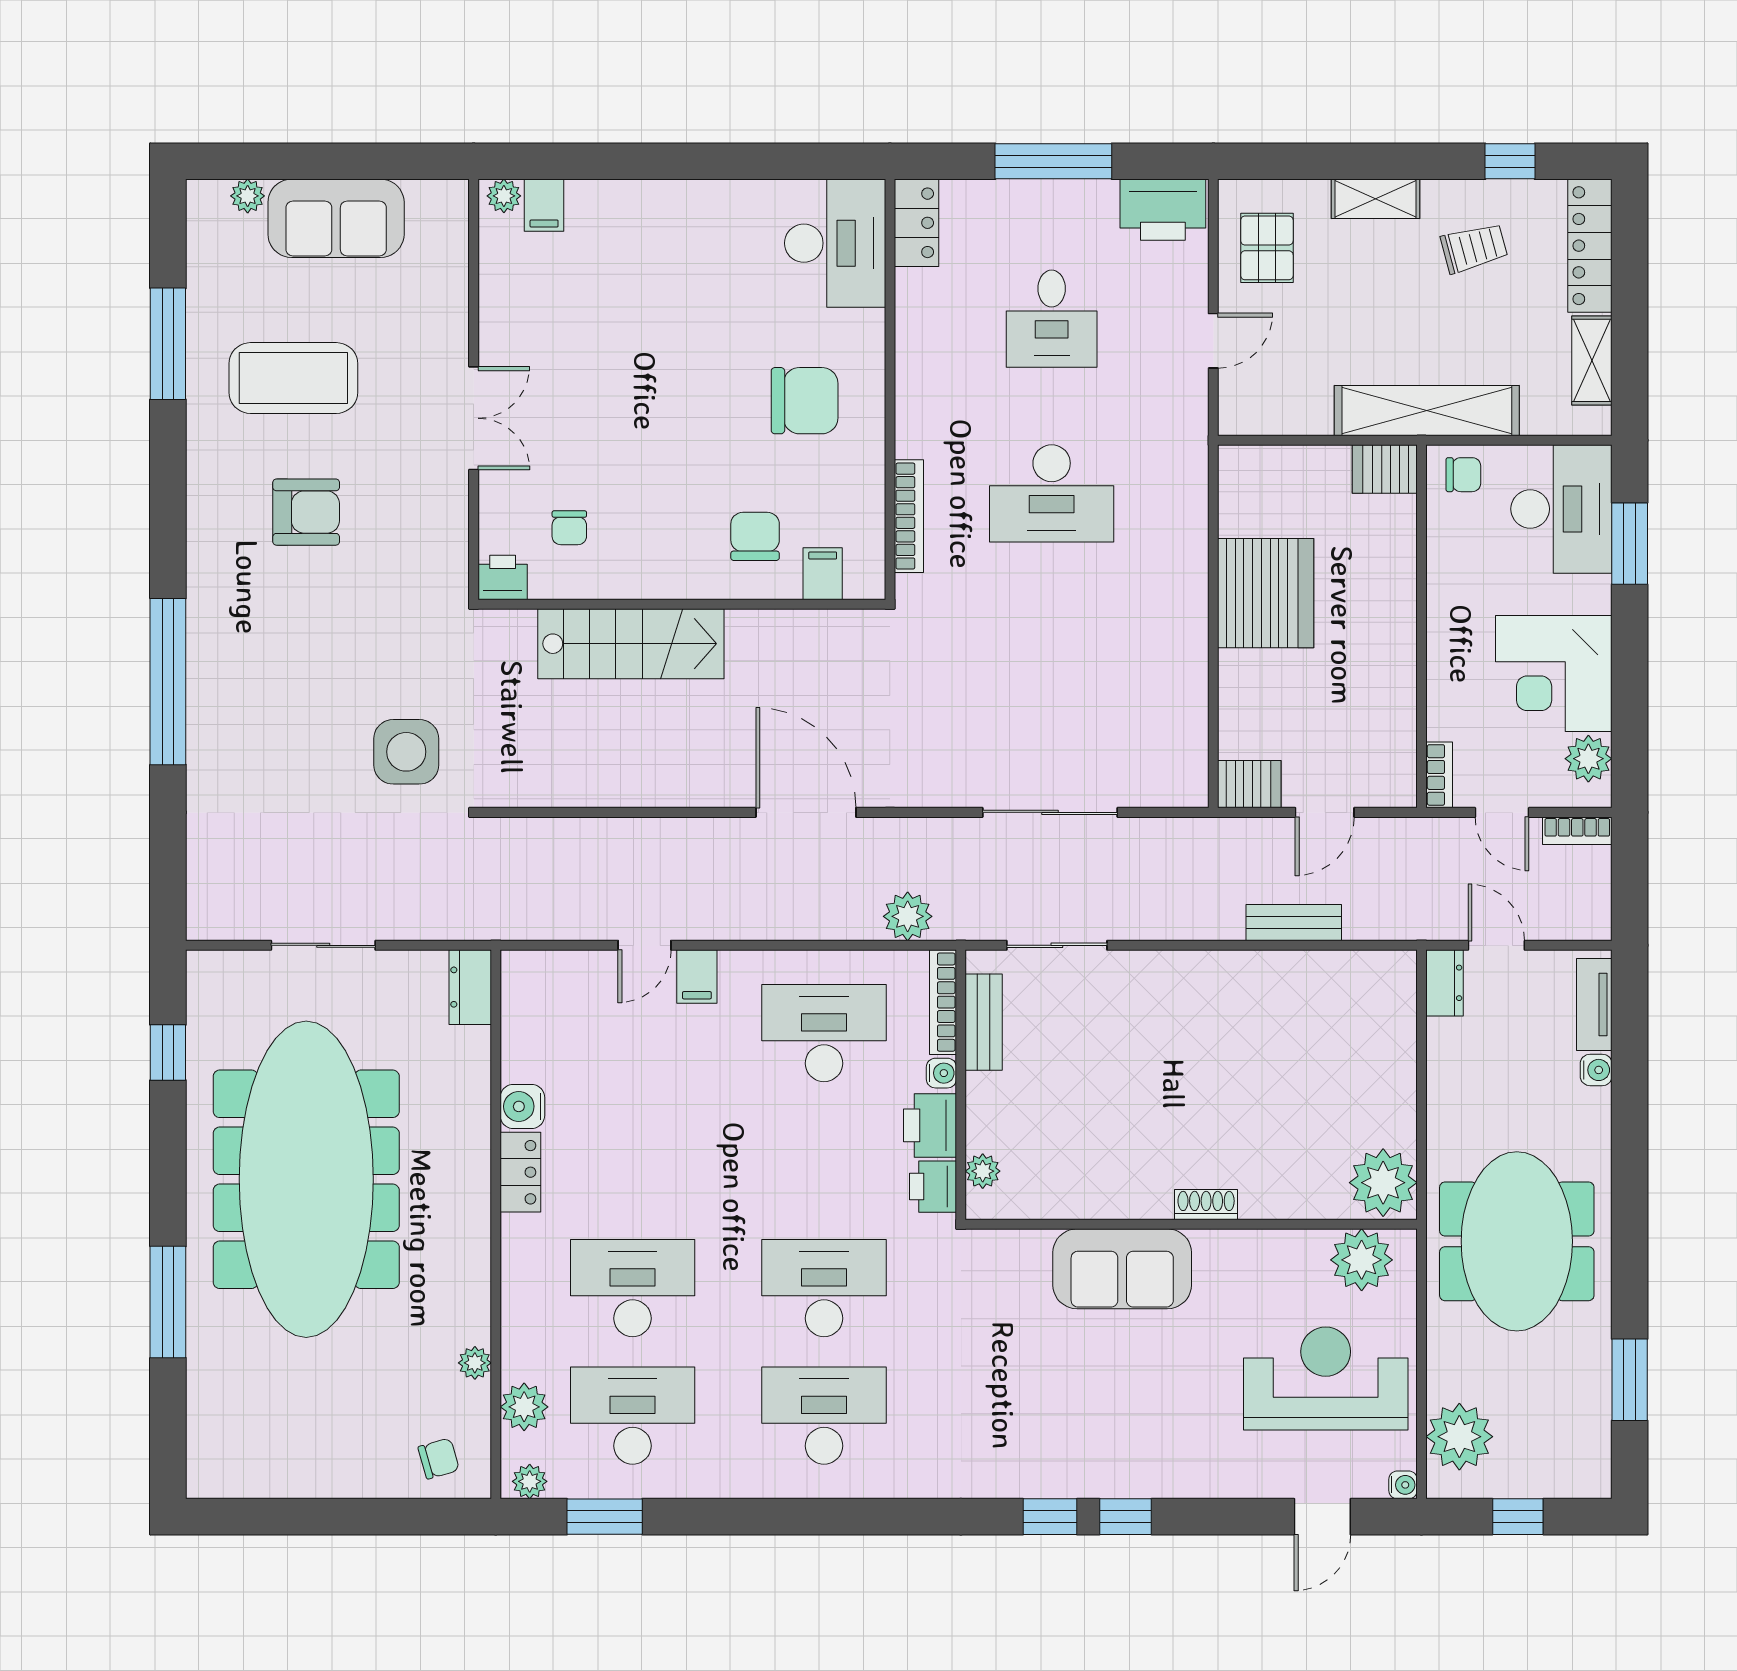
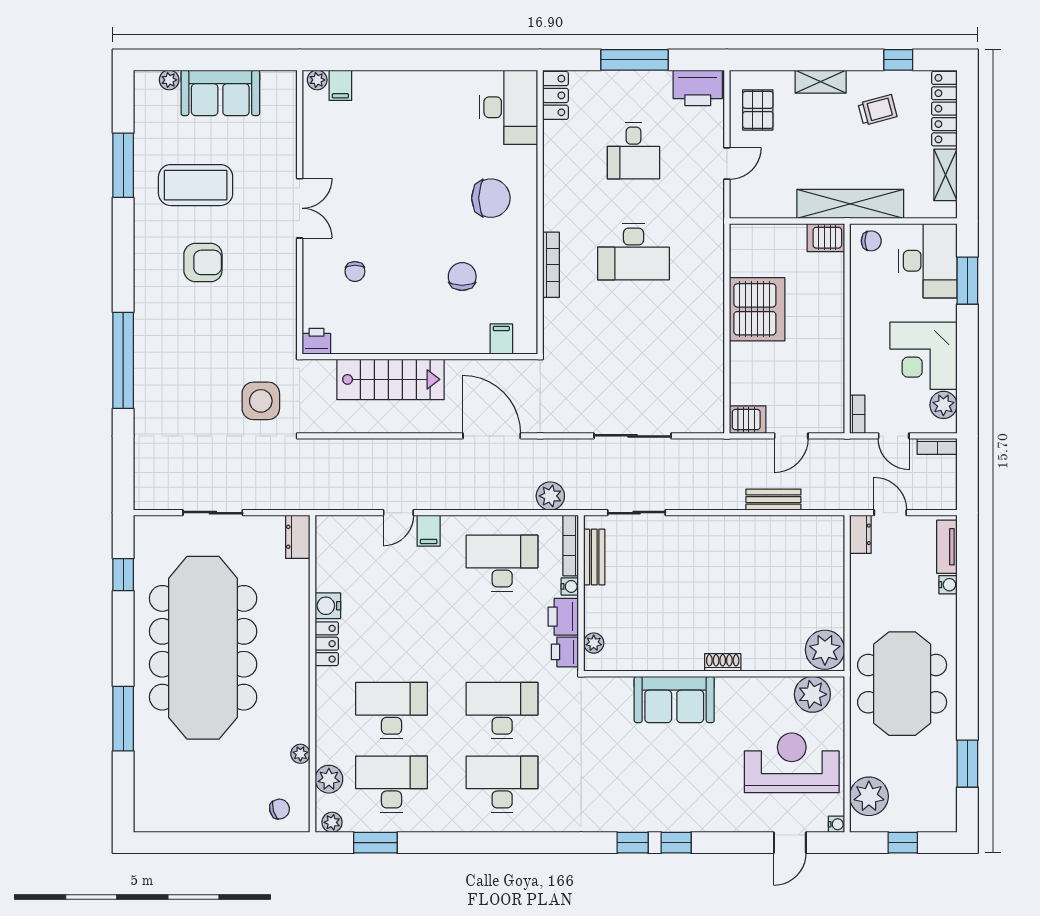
filing cabinet: (823, 574) -> (501, 339), moved
printer: (503, 577) -> (316, 341), moved
wall: (682, 604) -> (420, 357), moved
stairs: (631, 644) -> (391, 379), moved

